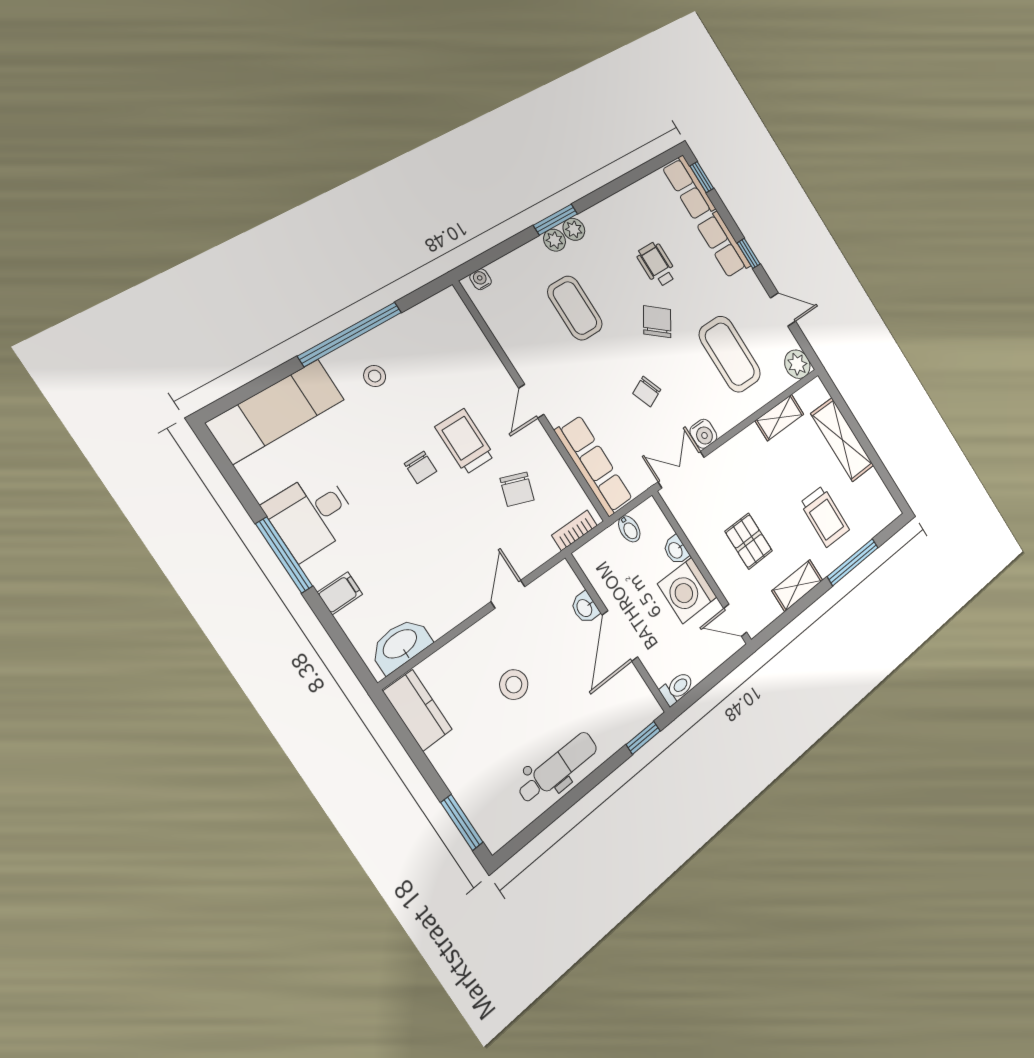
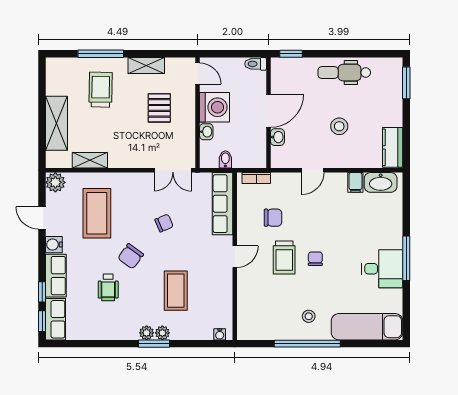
window: (749, 253) -> (42, 292), moved
water cooler: (703, 434) -> (54, 245), moved, turned -90
chair: (517, 489) -> (273, 218), turned 71
filing cabinet: (340, 593) -> (355, 182), moved, turned -90

